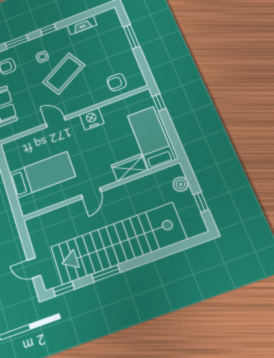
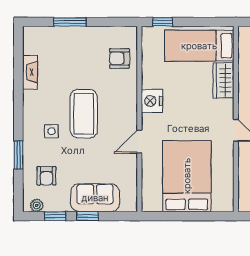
window: (48, 29) -> (18, 113), removed
coffee table: (64, 74) -> (84, 114), turned 30
armchair: (117, 82) -> (119, 58), turned 90
bed: (42, 175) -> (187, 176), width x1.50

